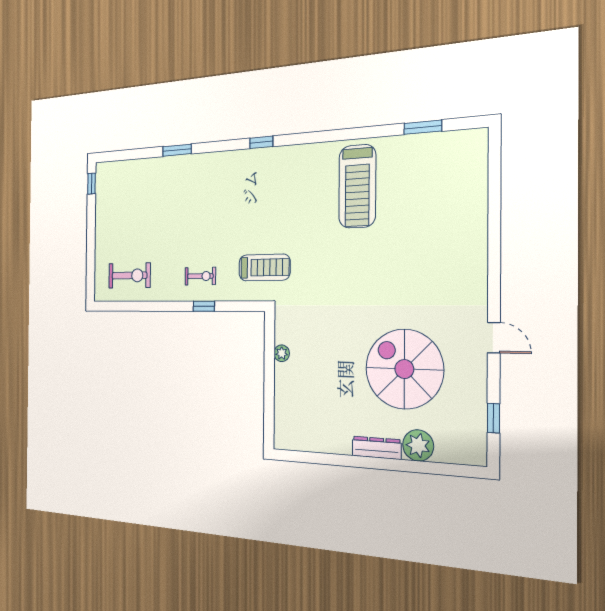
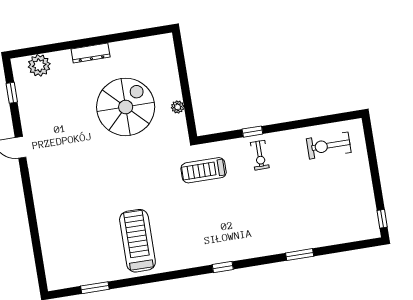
exercise bike: (200, 276) -> (260, 155), turned -90
spiral stairs: (404, 369) -> (126, 107), moved, turned -90
plant: (418, 445) -> (39, 65), moved

